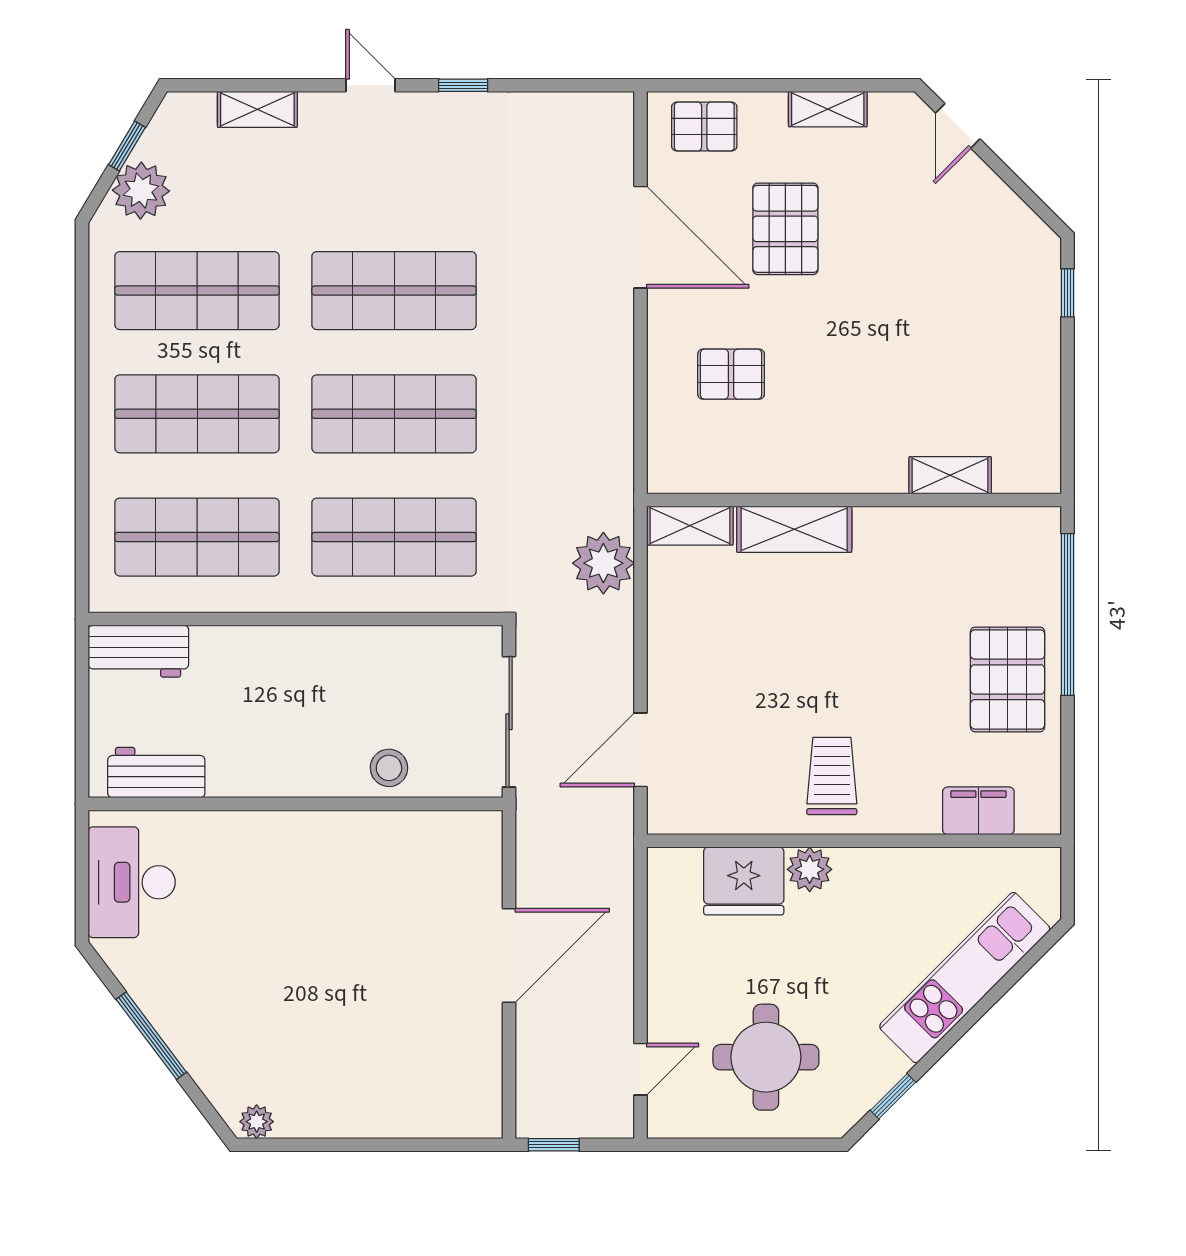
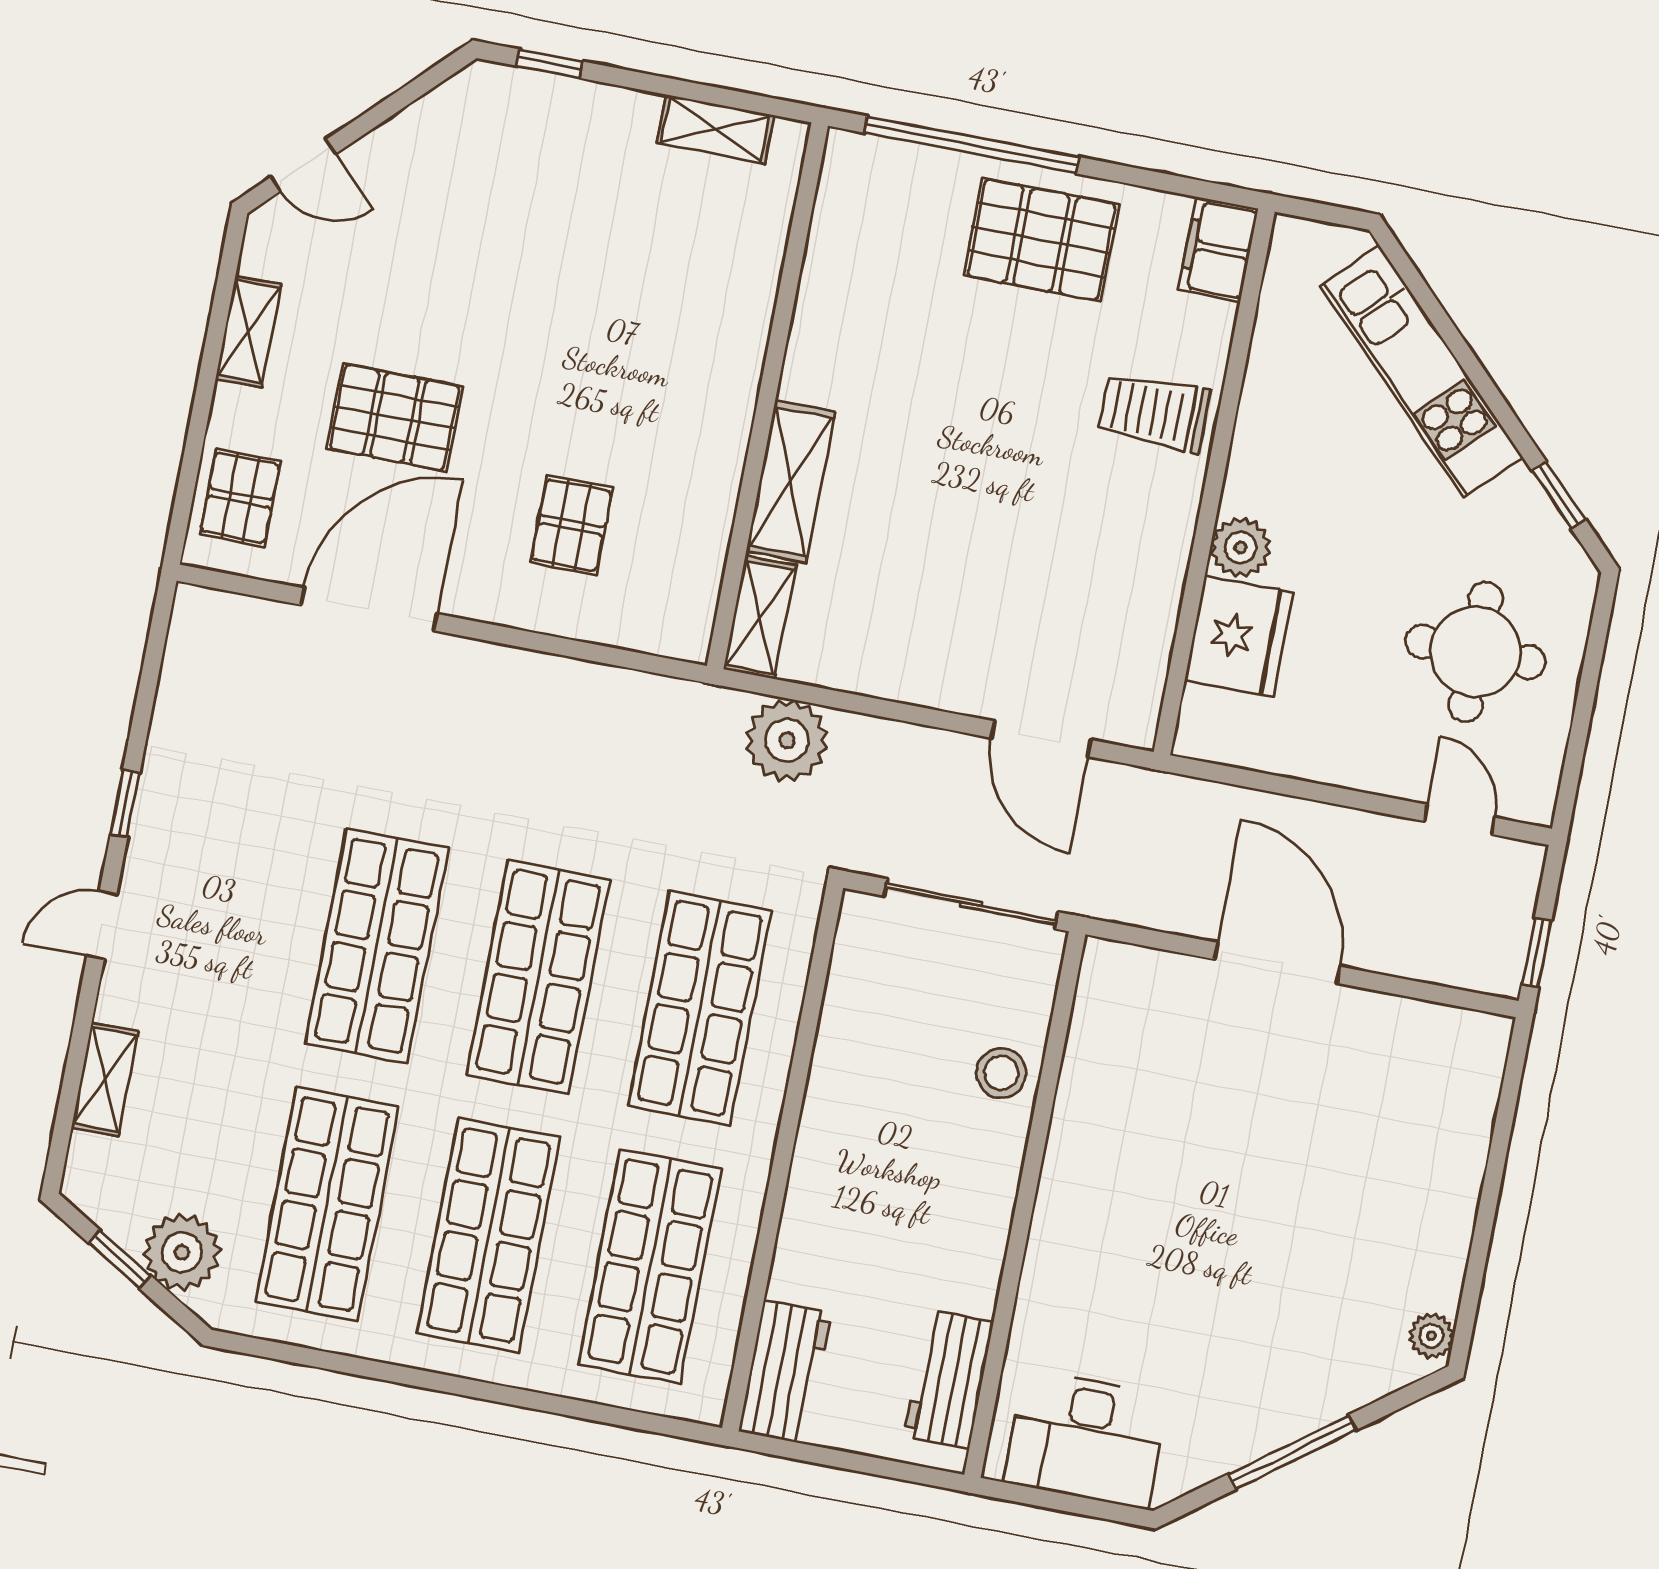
shelving: (950, 475) -> (715, 129), moved, turned 90
trolley: (832, 776) -> (1154, 412), moved
filing cabinet: (978, 811) -> (1218, 249), moved

